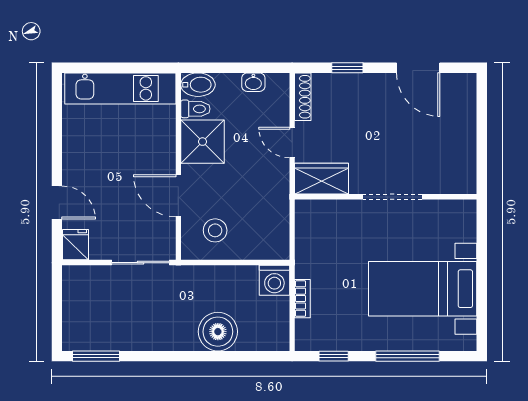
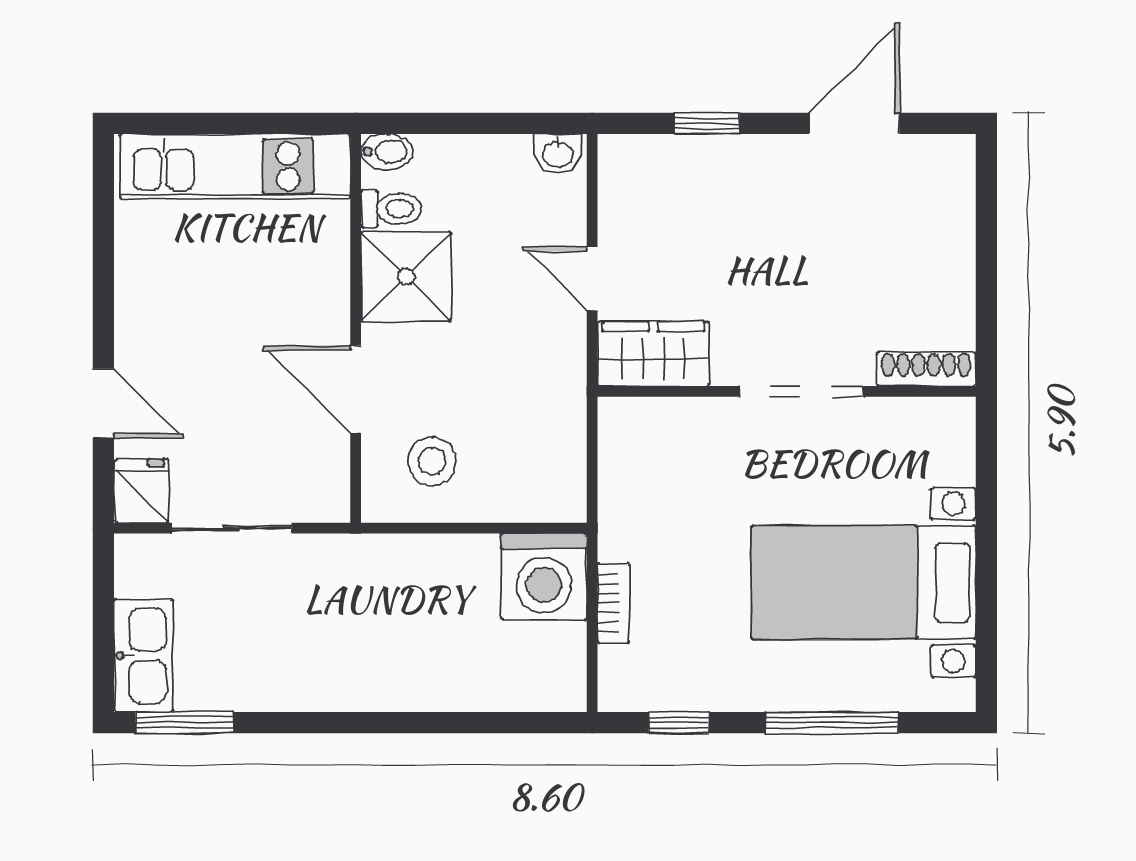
door: (418, 68) -> (854, 123), swing flipped
washbasin: (253, 82) -> (558, 153), moved
bidet: (198, 85) -> (387, 152), width x0.72, depth x0.74
shoe rack: (303, 97) -> (926, 369), moved, turned -90
sliding door: (140, 263) -> (231, 528), moved
washing machine: (274, 280) -> (544, 576), width x1.37, depth x1.37
kitchen sink: (76, 324) -> (144, 656), added
boiler: (218, 332) -> (438, 672), removed

